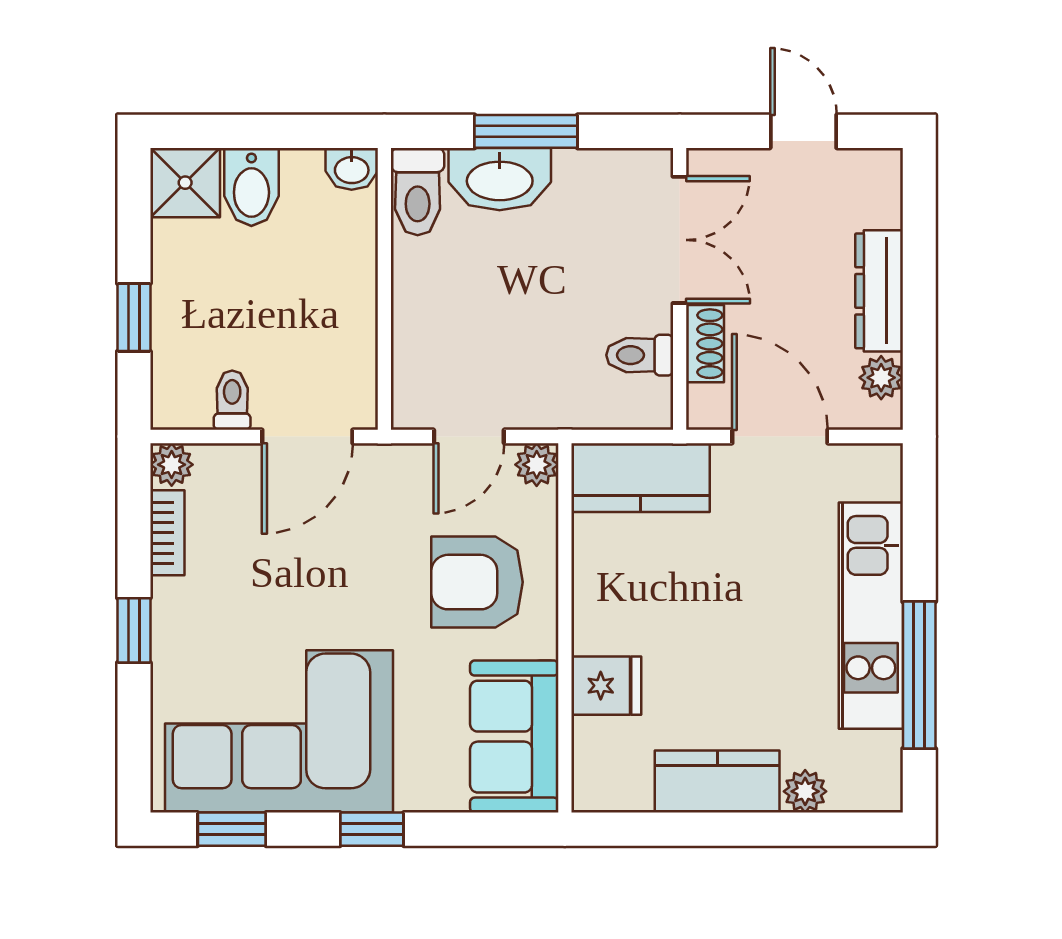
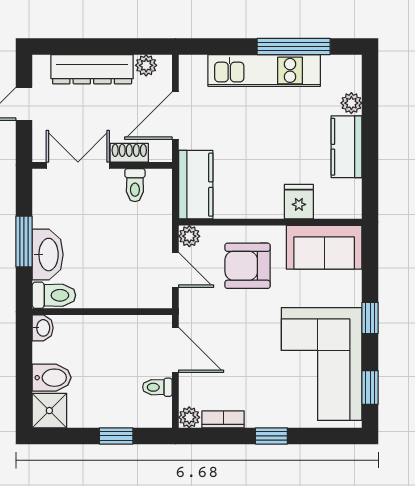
dresser: (879, 291) -> (92, 69), width x1.37, depth x1.24
armchair: (477, 582) -> (248, 266), turned 90

